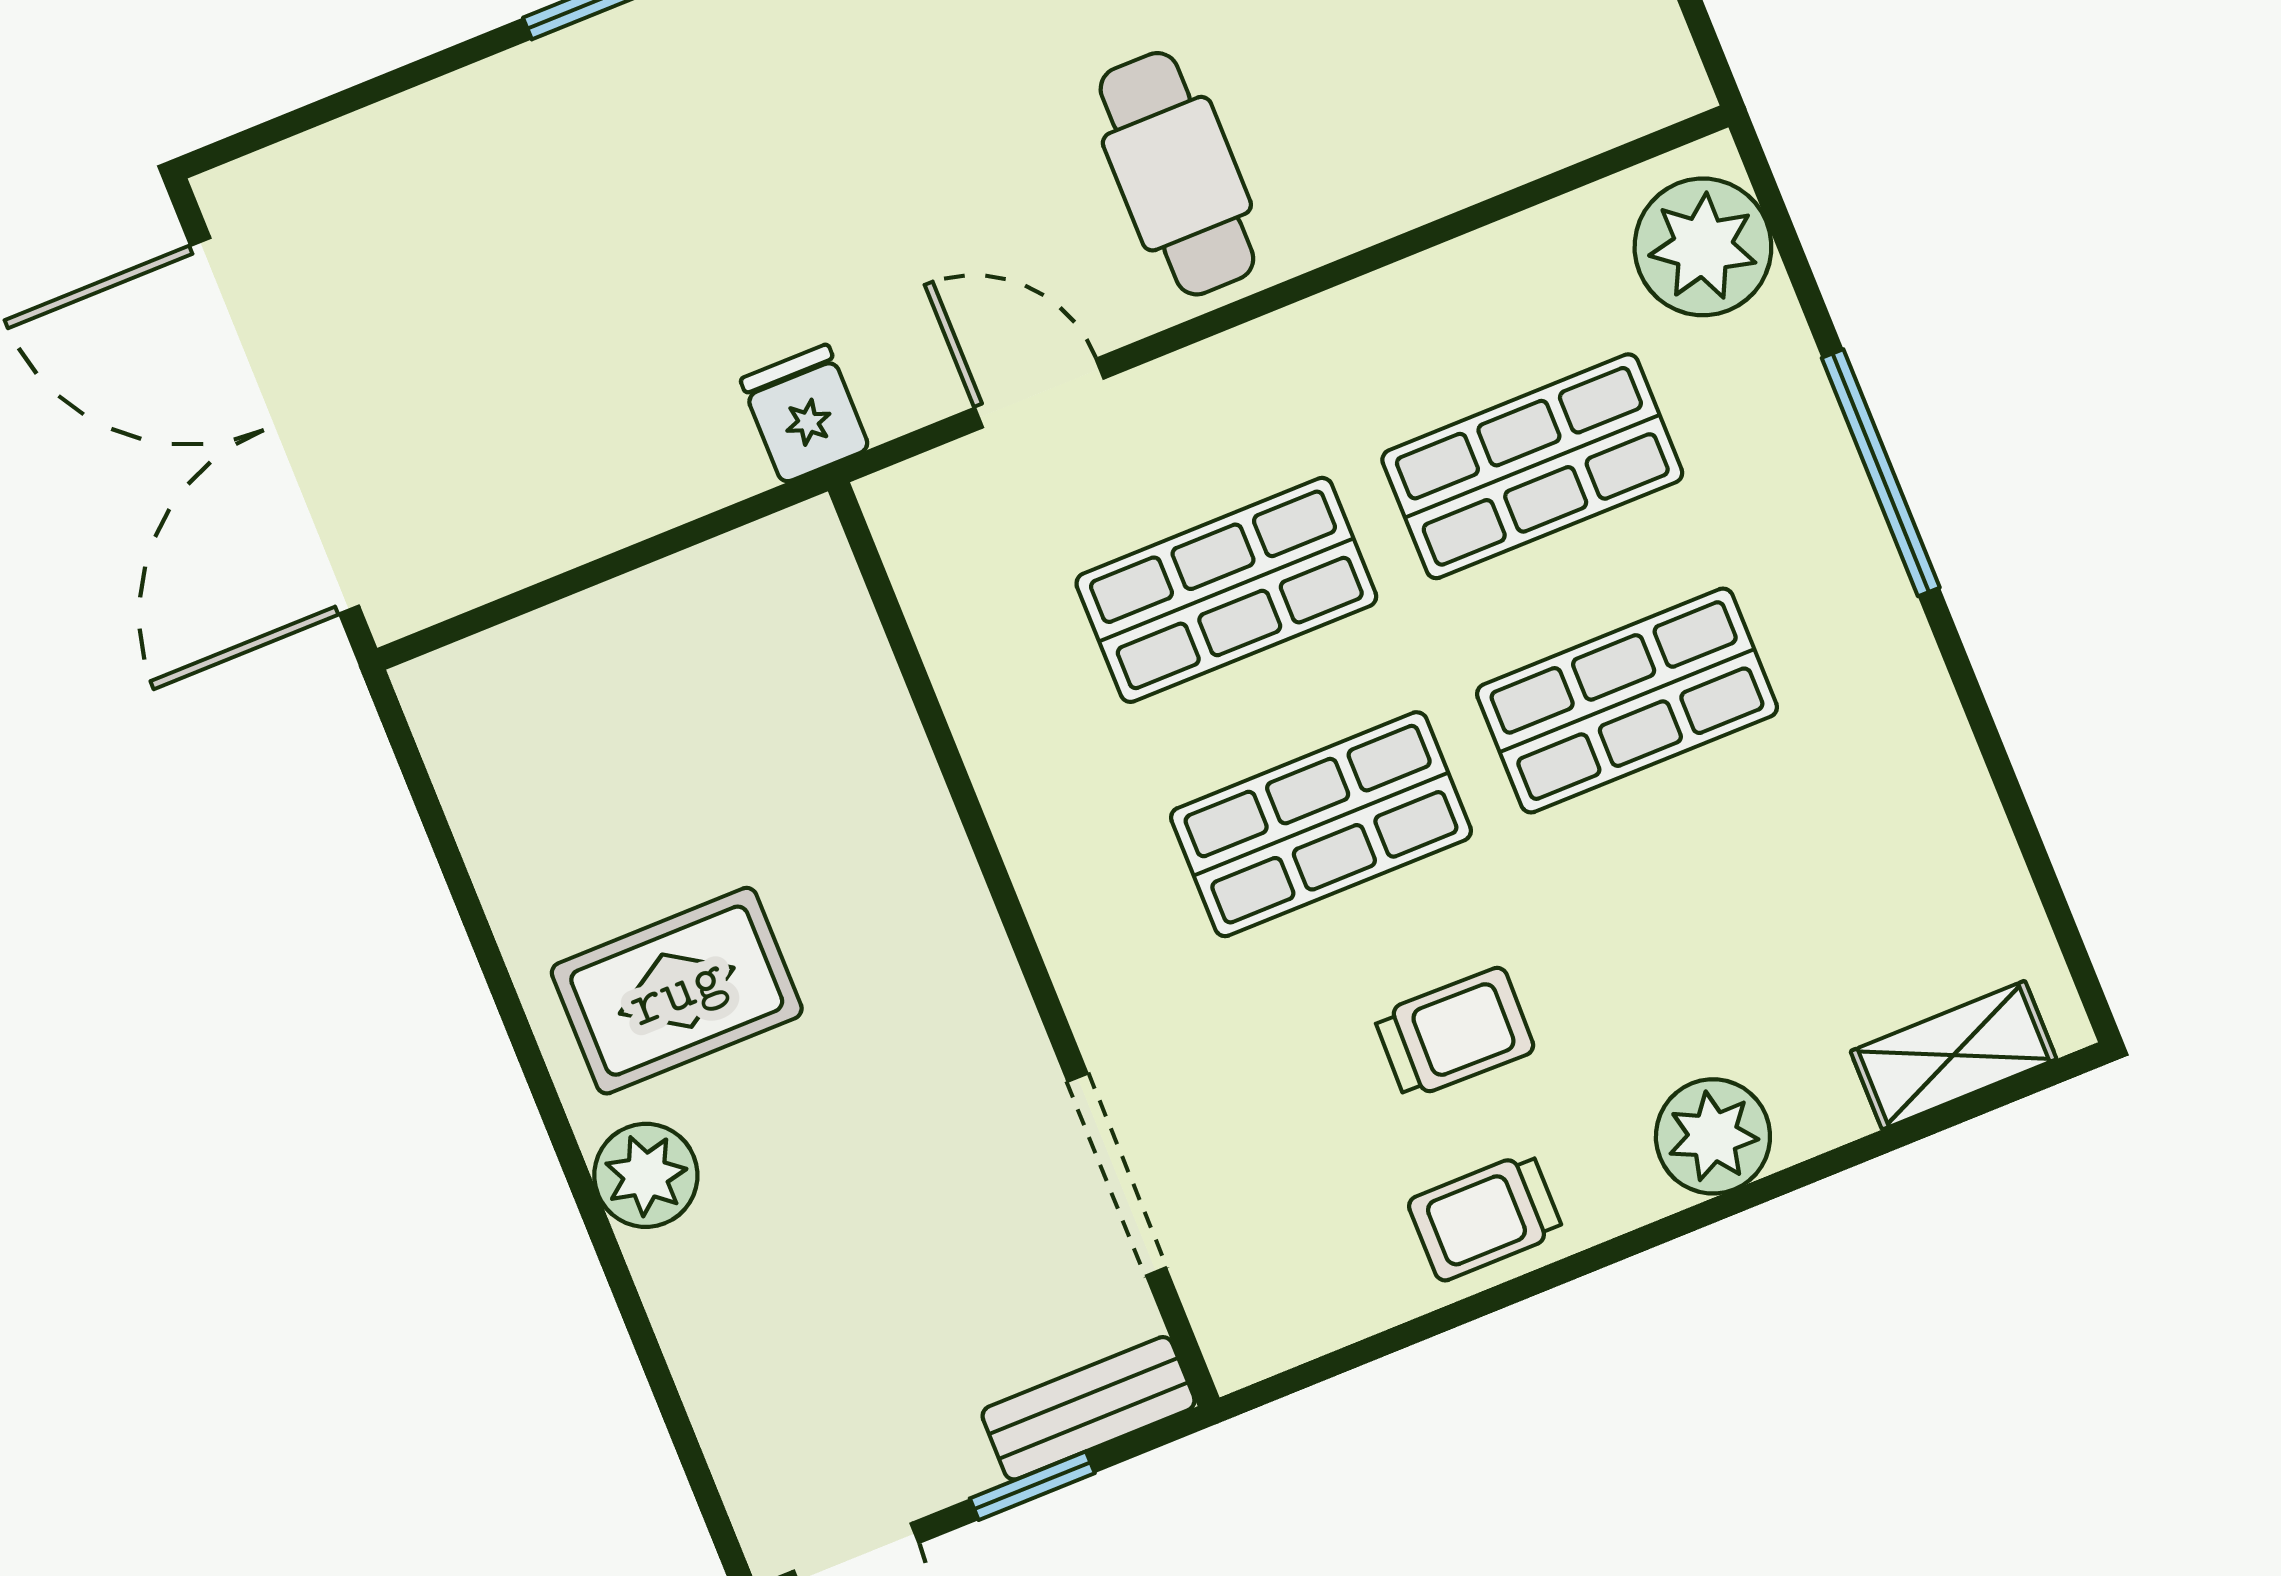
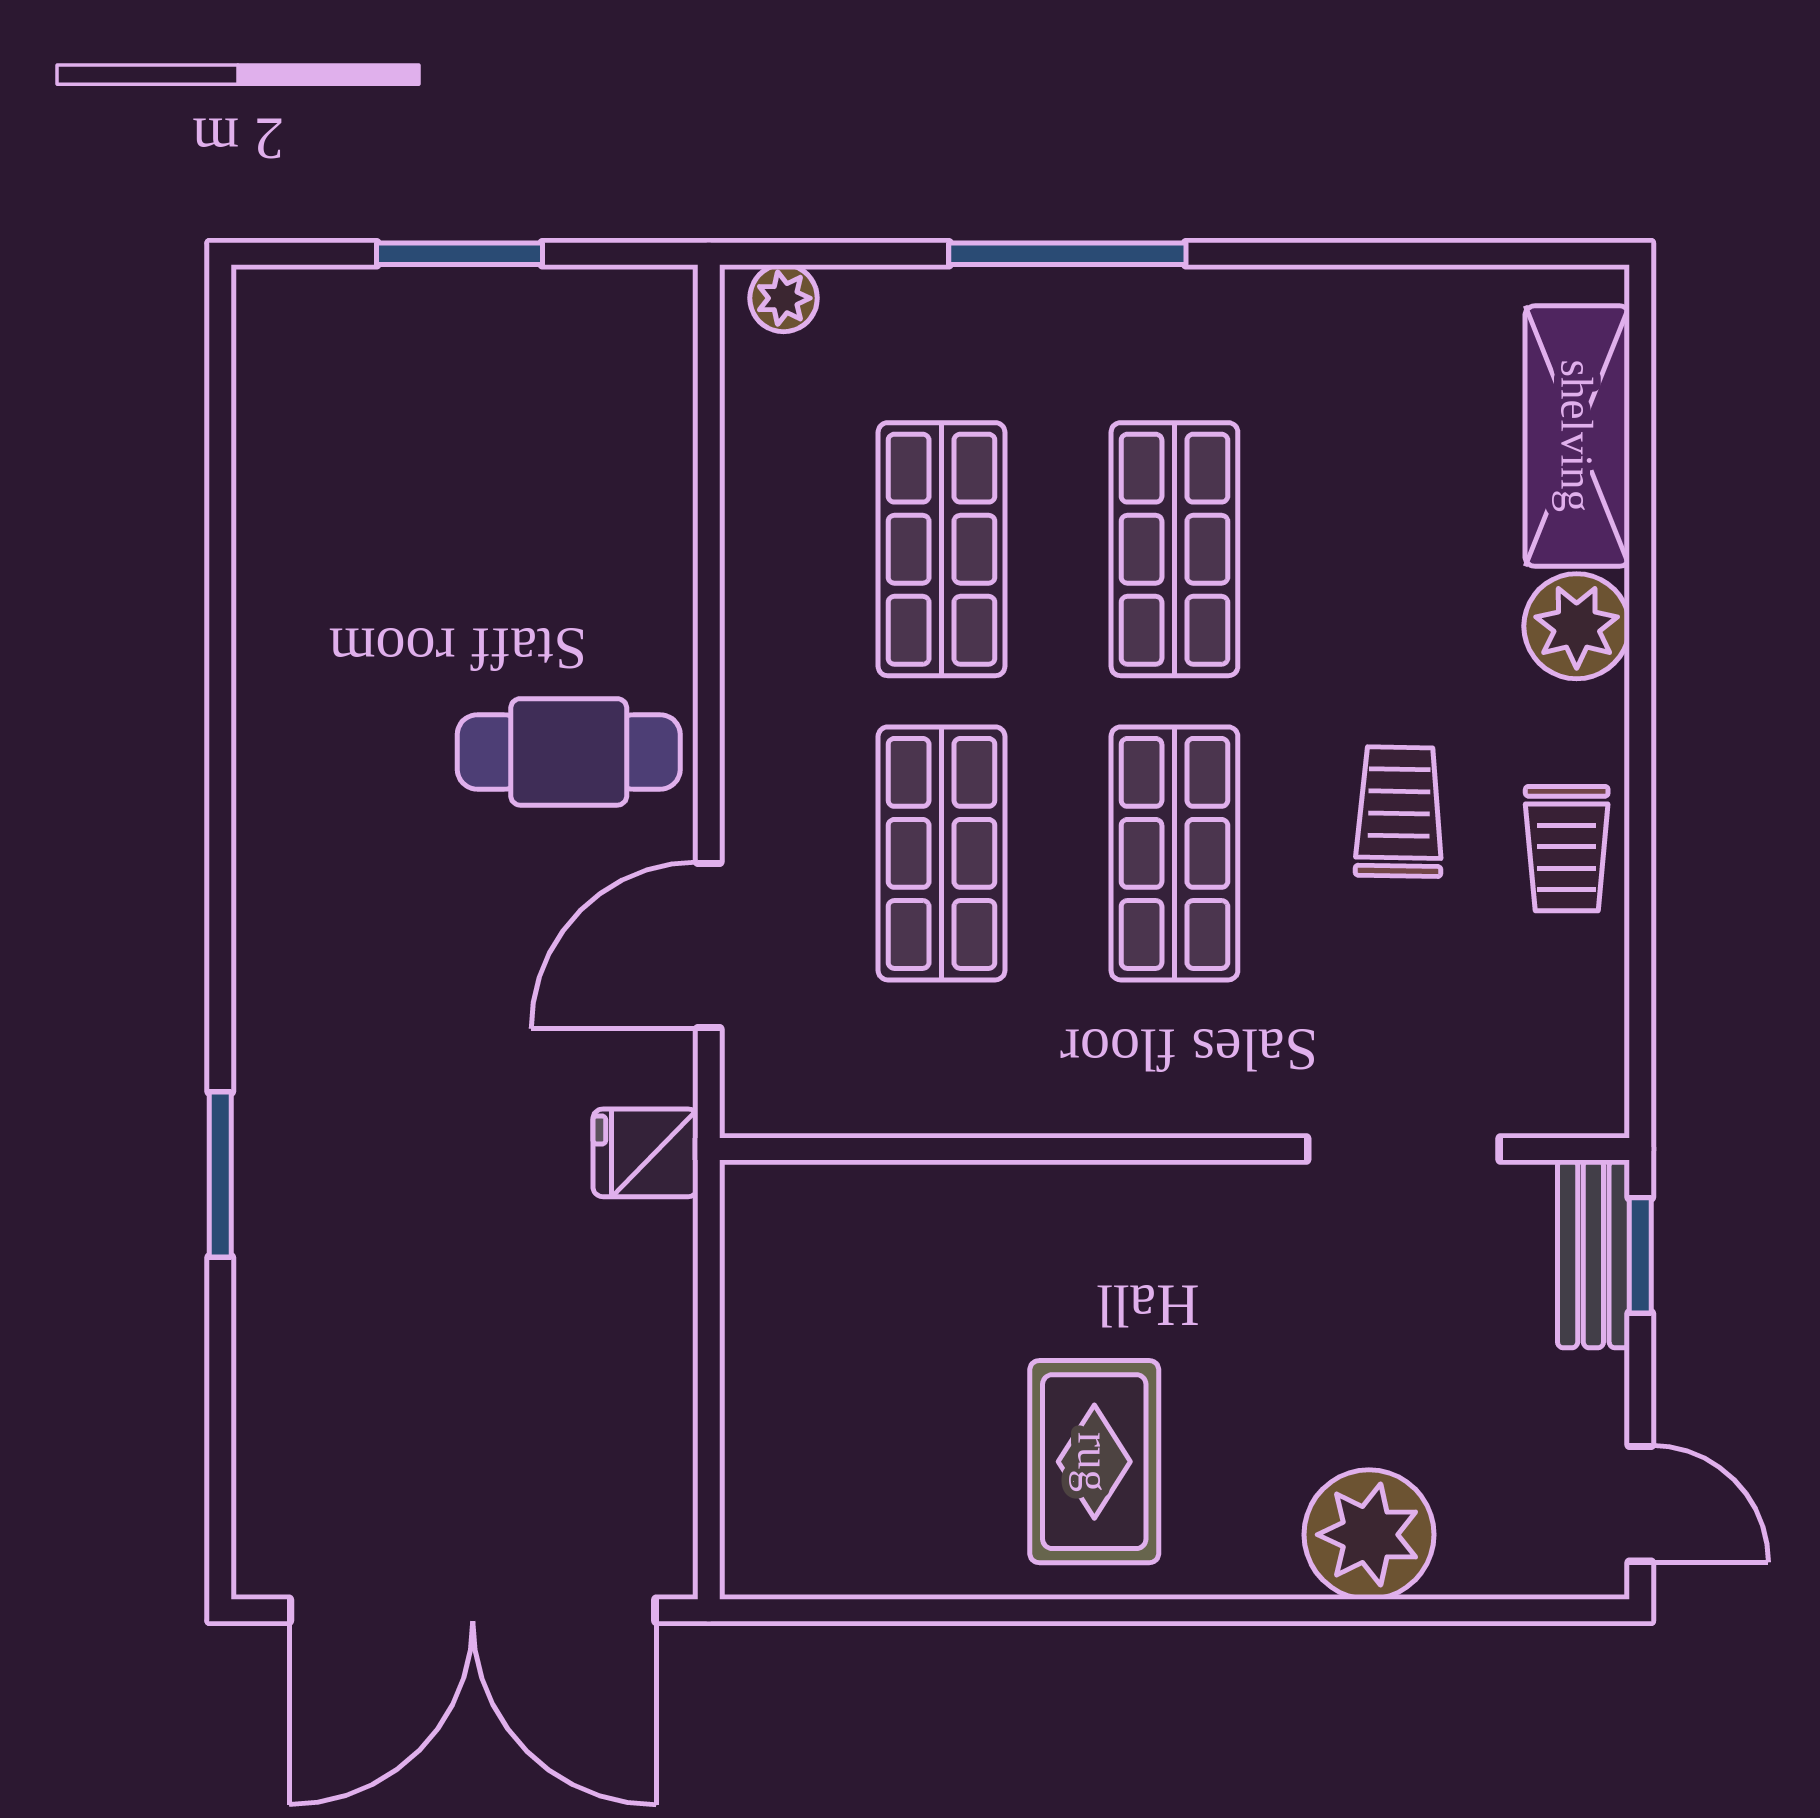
plant: (1703, 247) -> (784, 298), width x0.53, depth x0.53
door: (1039, 393) -> (709, 945), width x1.38
shelving: (1954, 1055) -> (1577, 436), width x1.50, depth x1.33
plant: (646, 1175) -> (1369, 1535), moved, width x1.36, depth x1.36
window: (1032, 1486) -> (1640, 1255), moved

